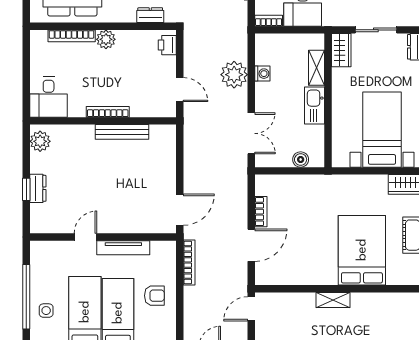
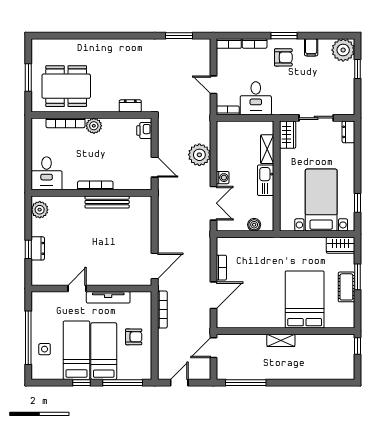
washing machine: (262, 74) -> (223, 178), moved

